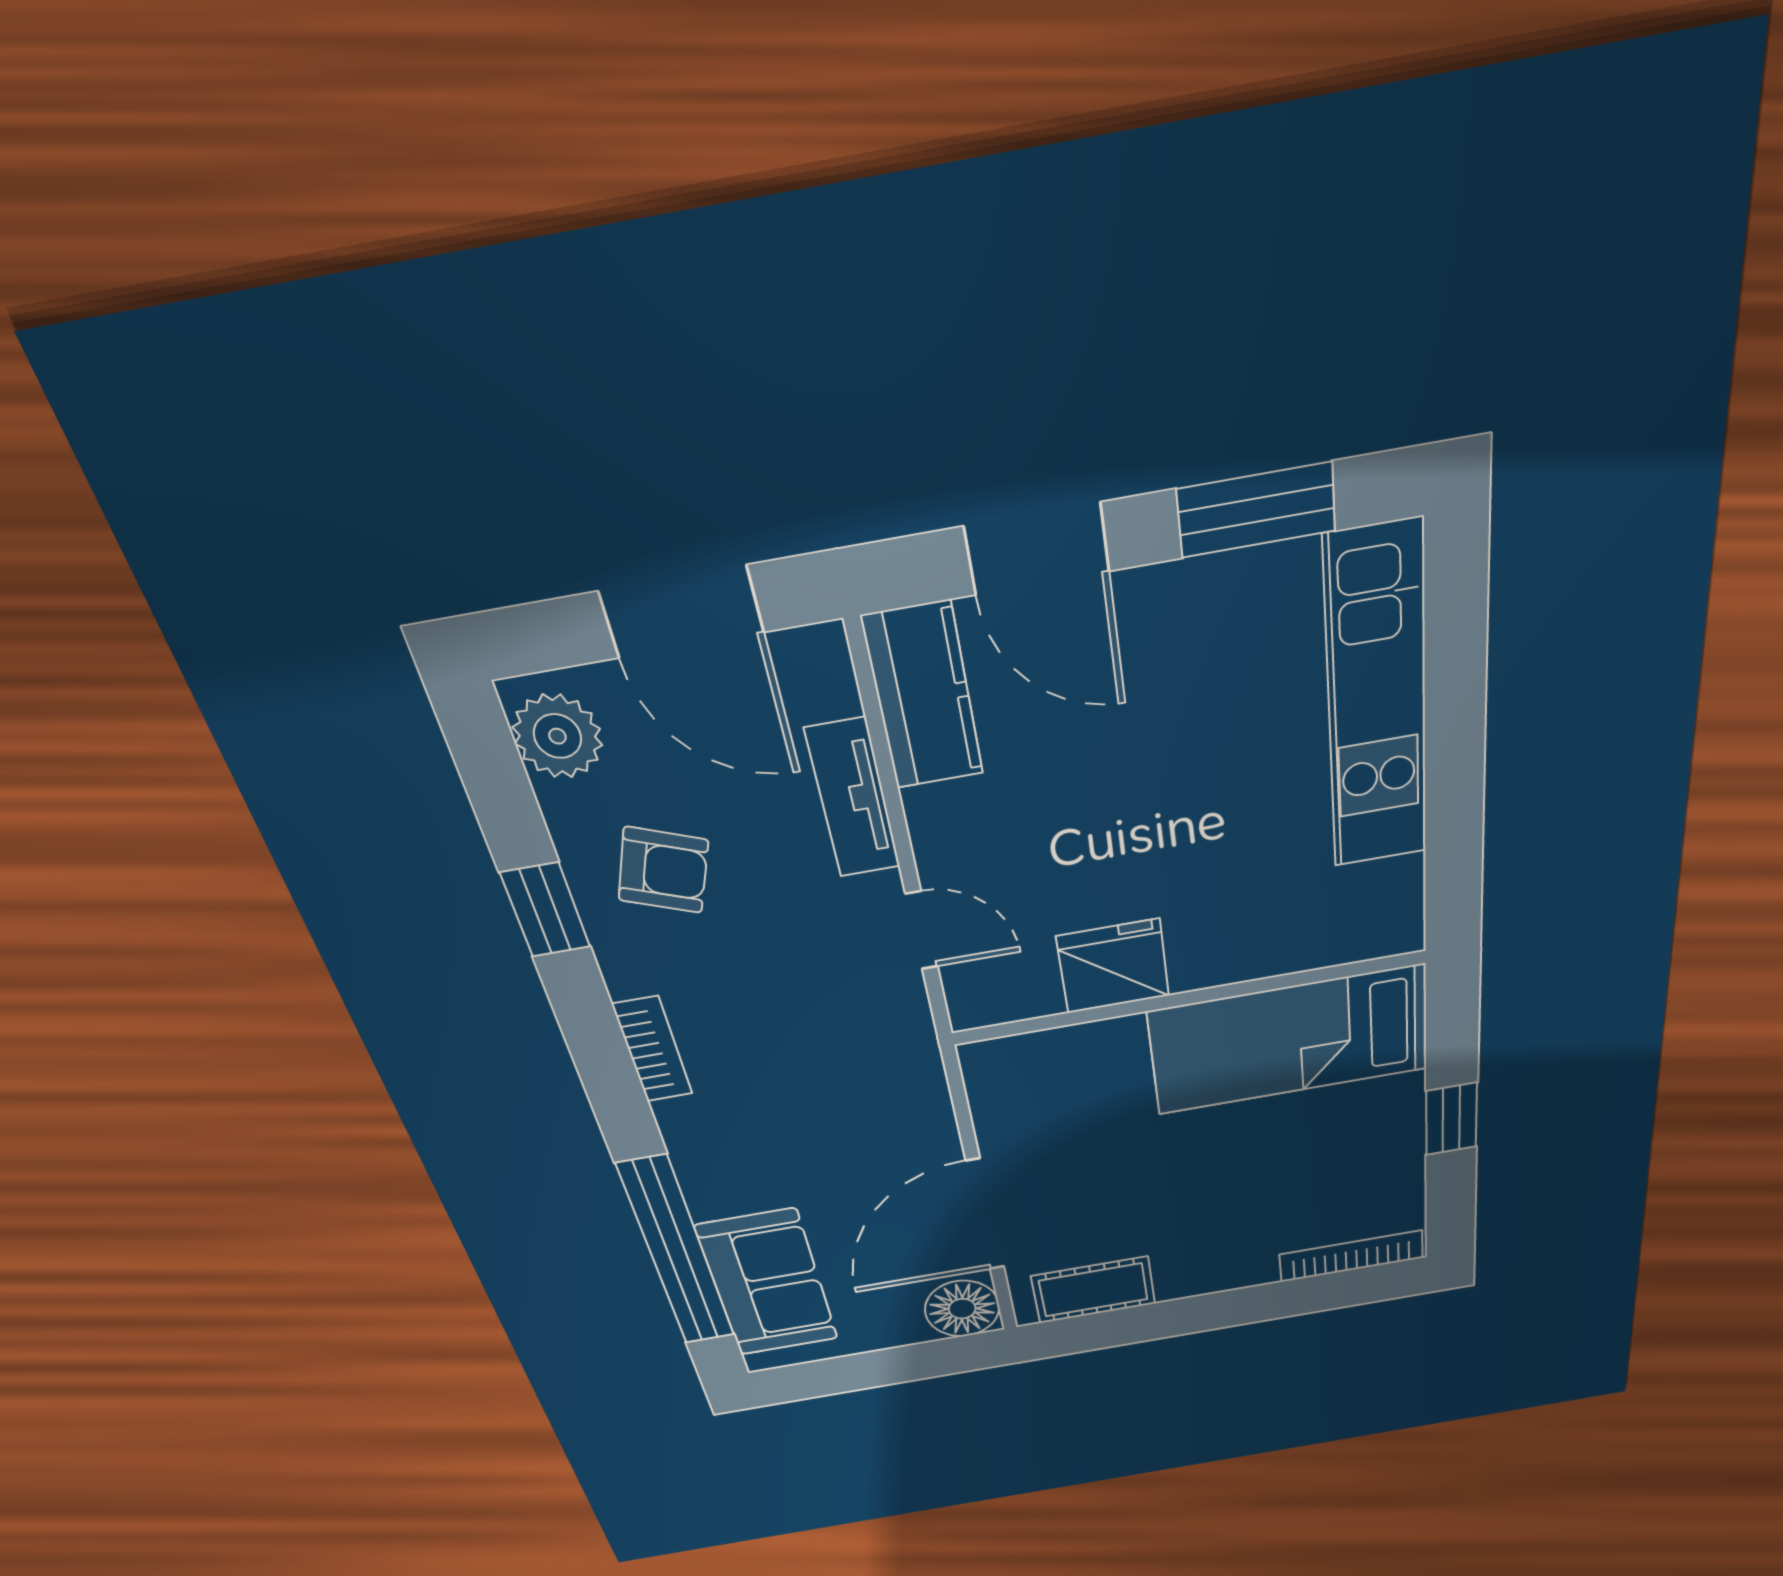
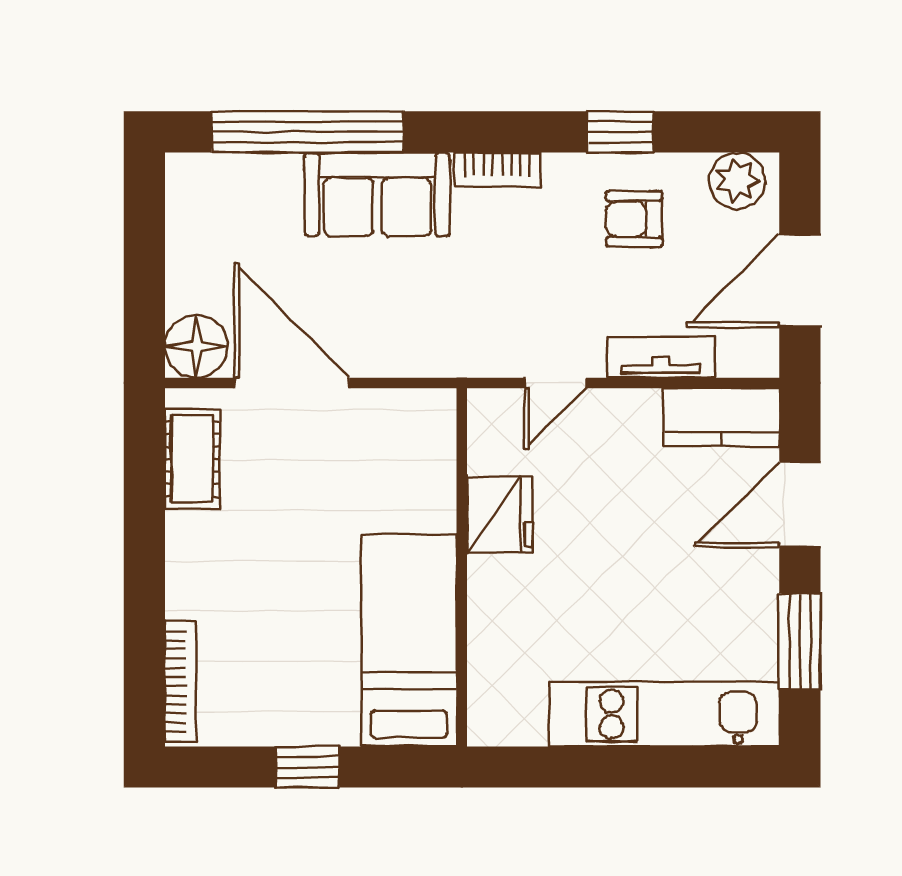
armchair: (663, 870) -> (634, 219), turned 69
sofa: (768, 1283) -> (377, 194), moved

